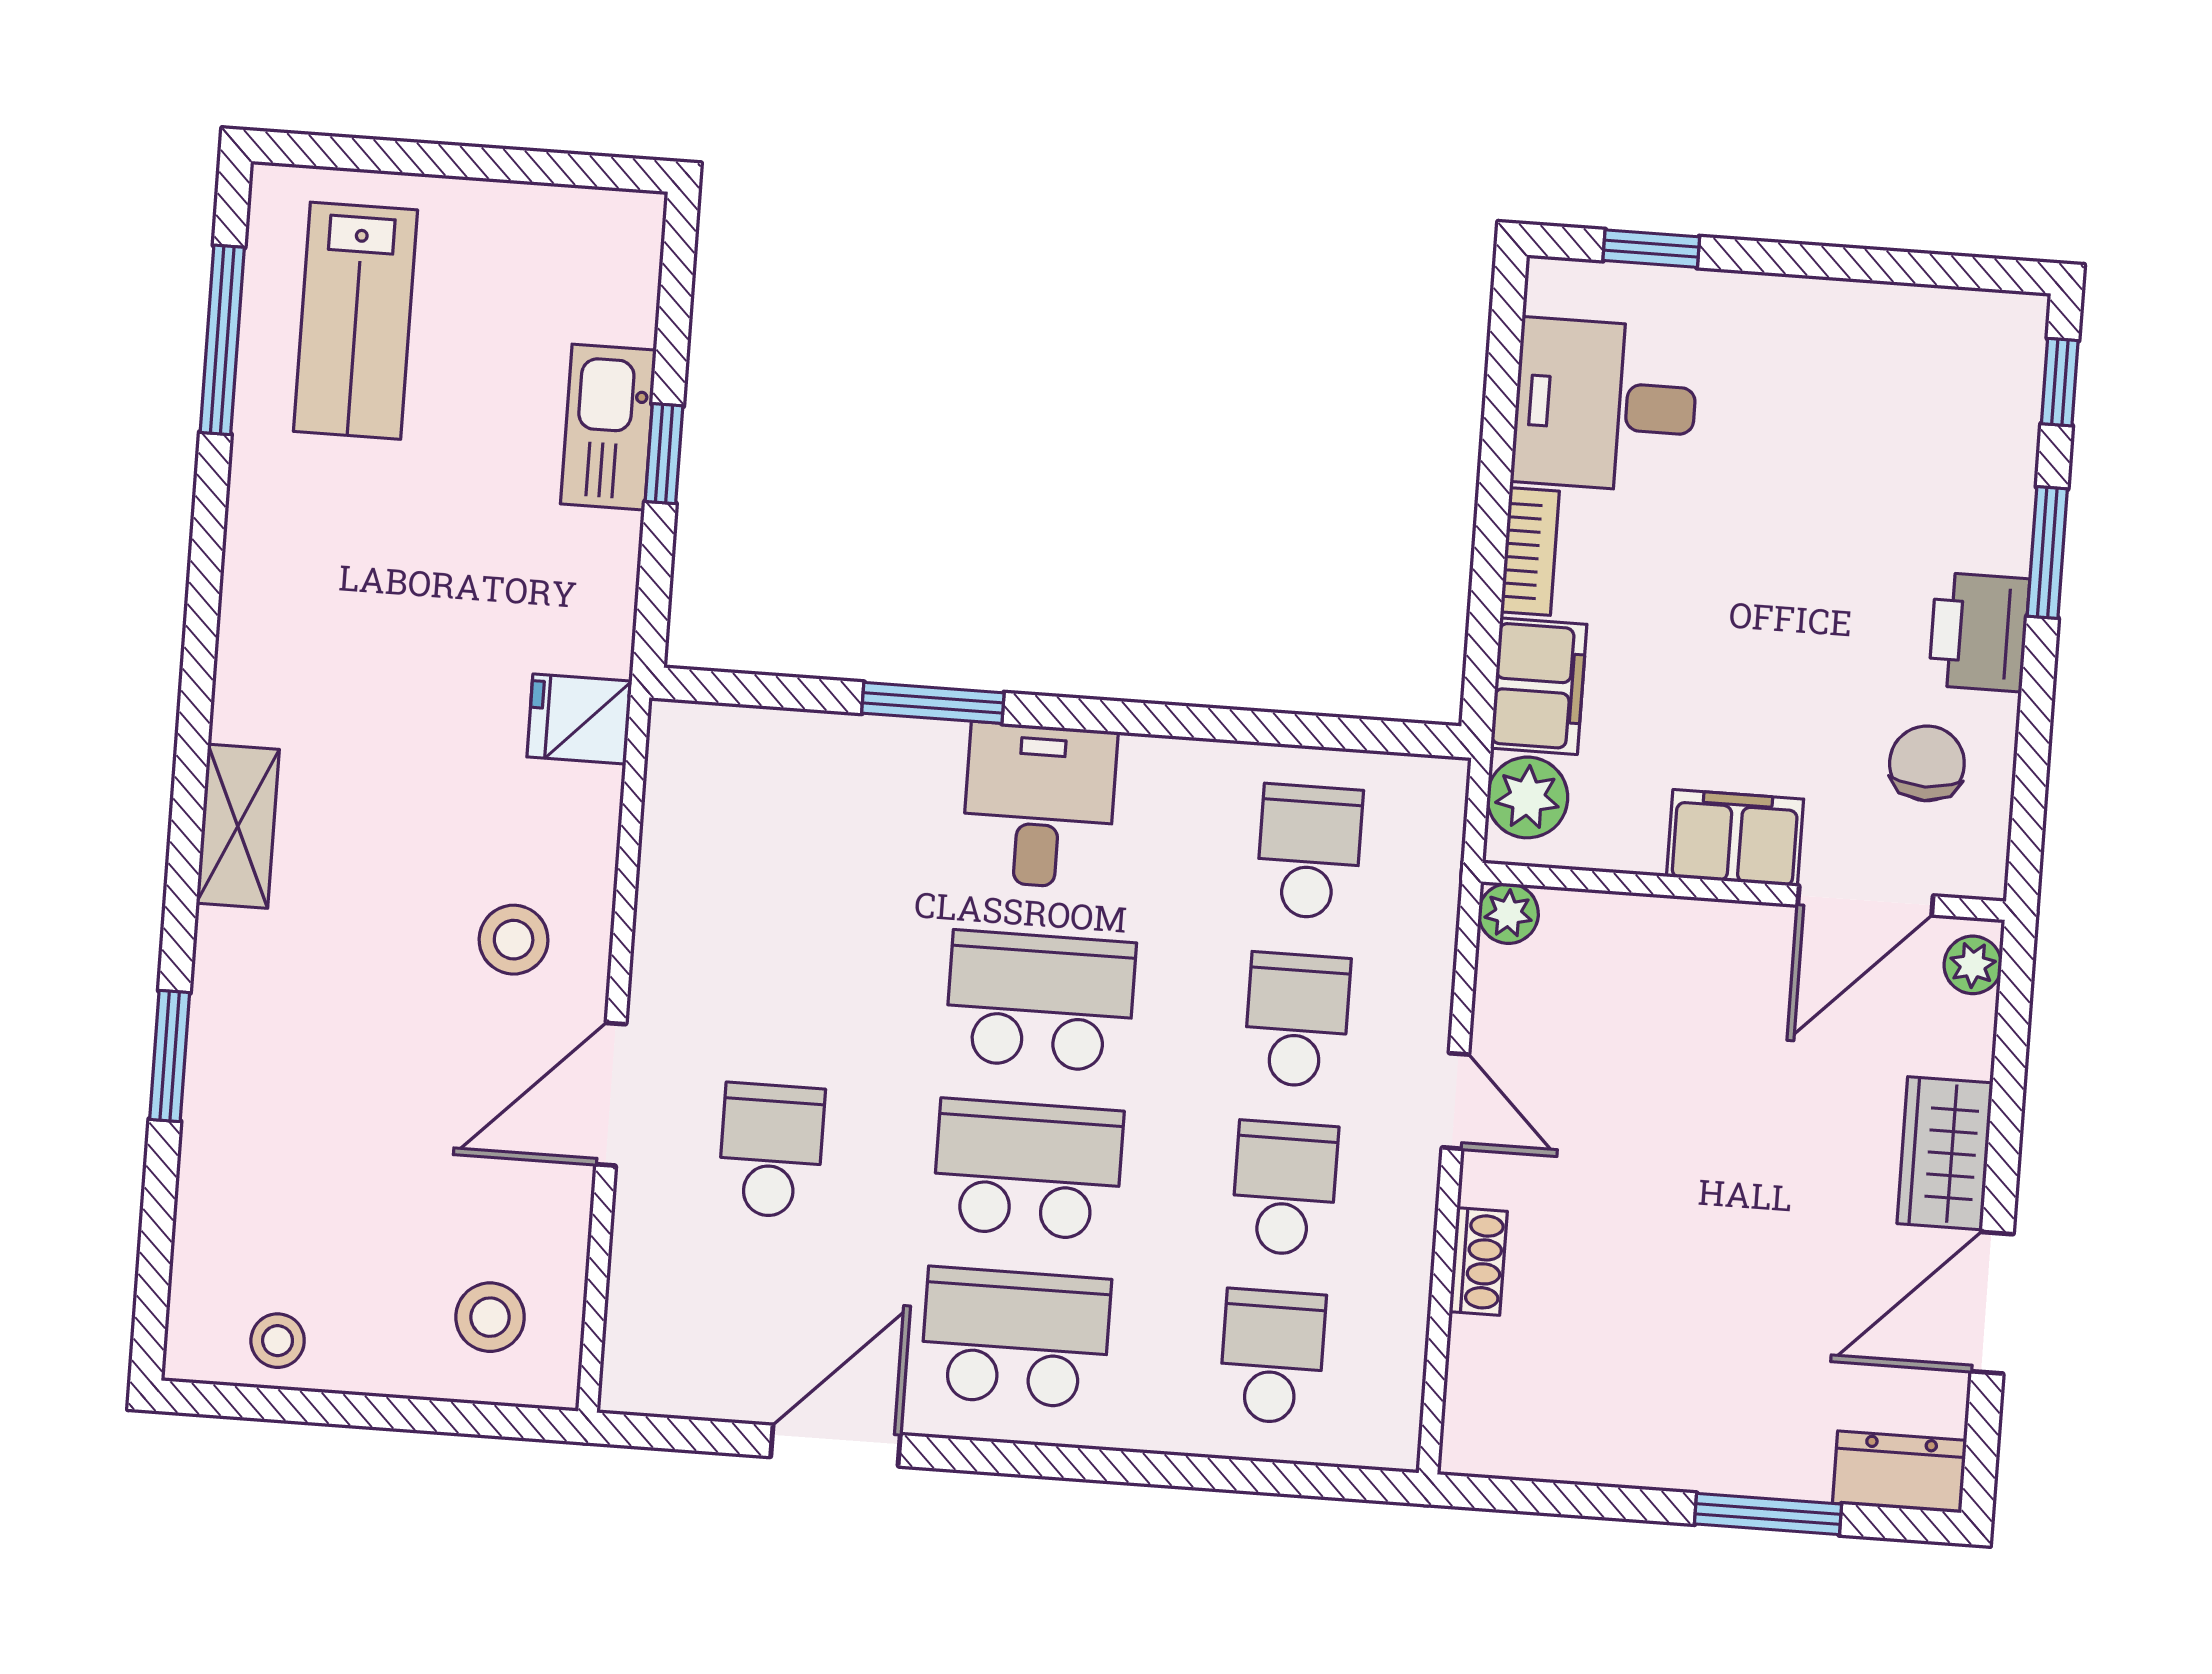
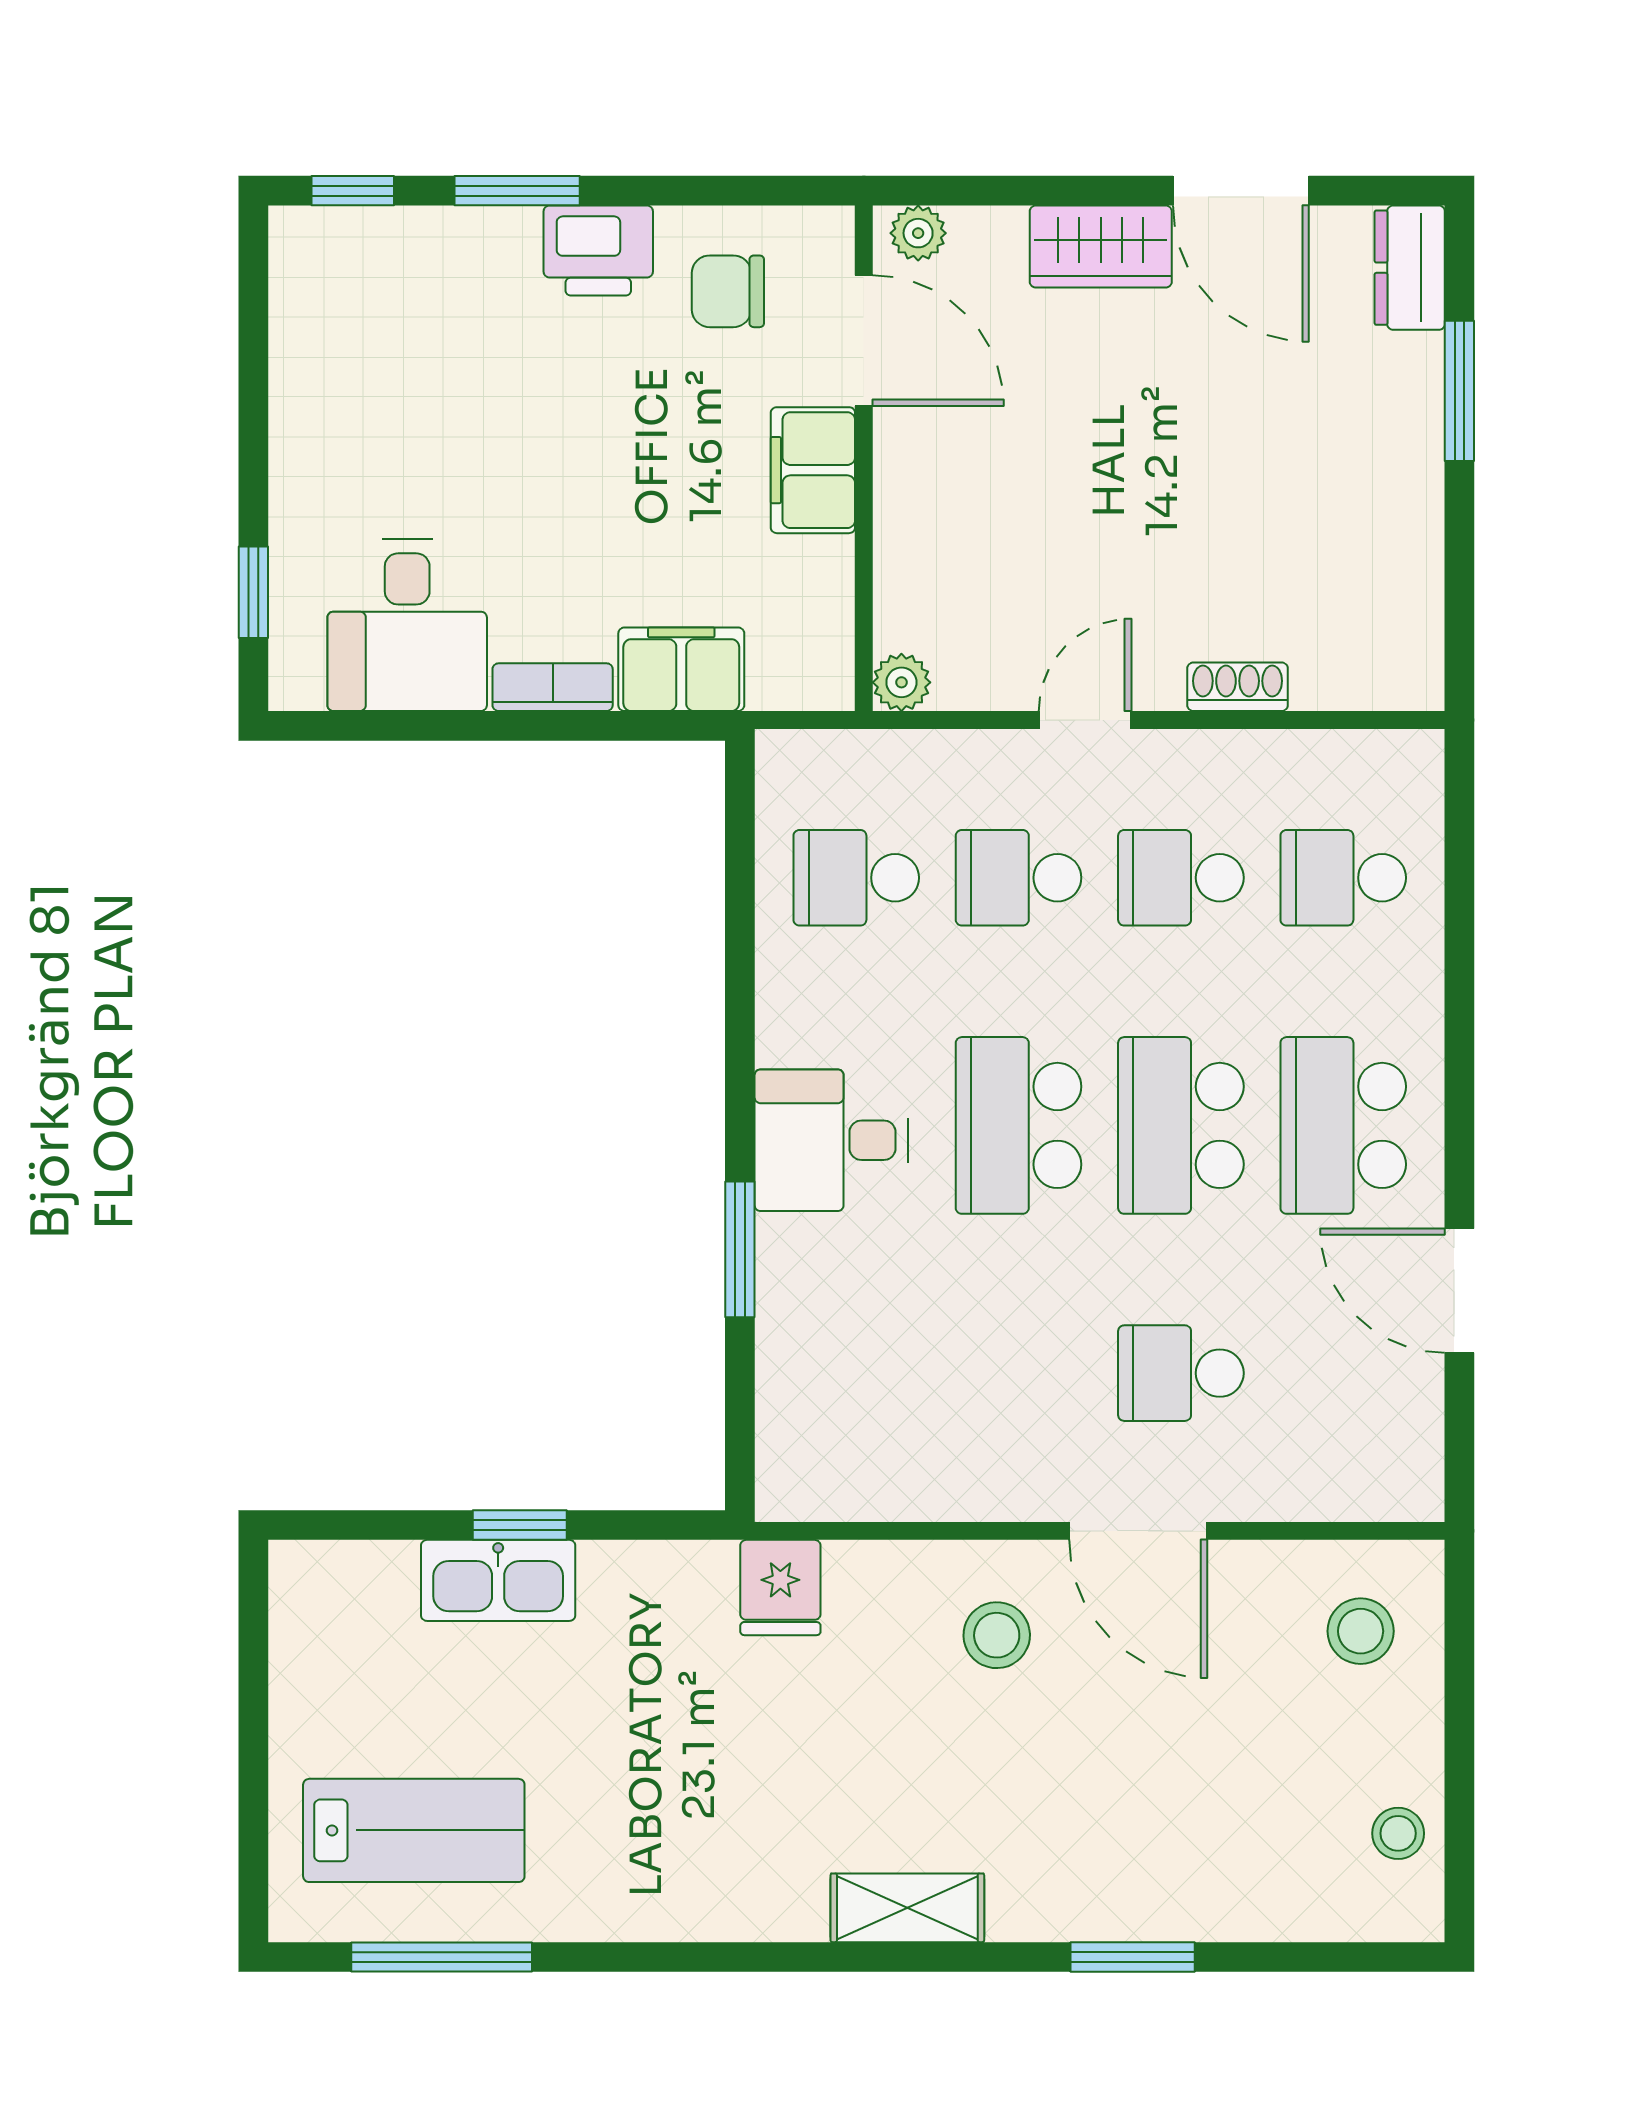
plant: (1527, 797) -> (789, 672), removed

